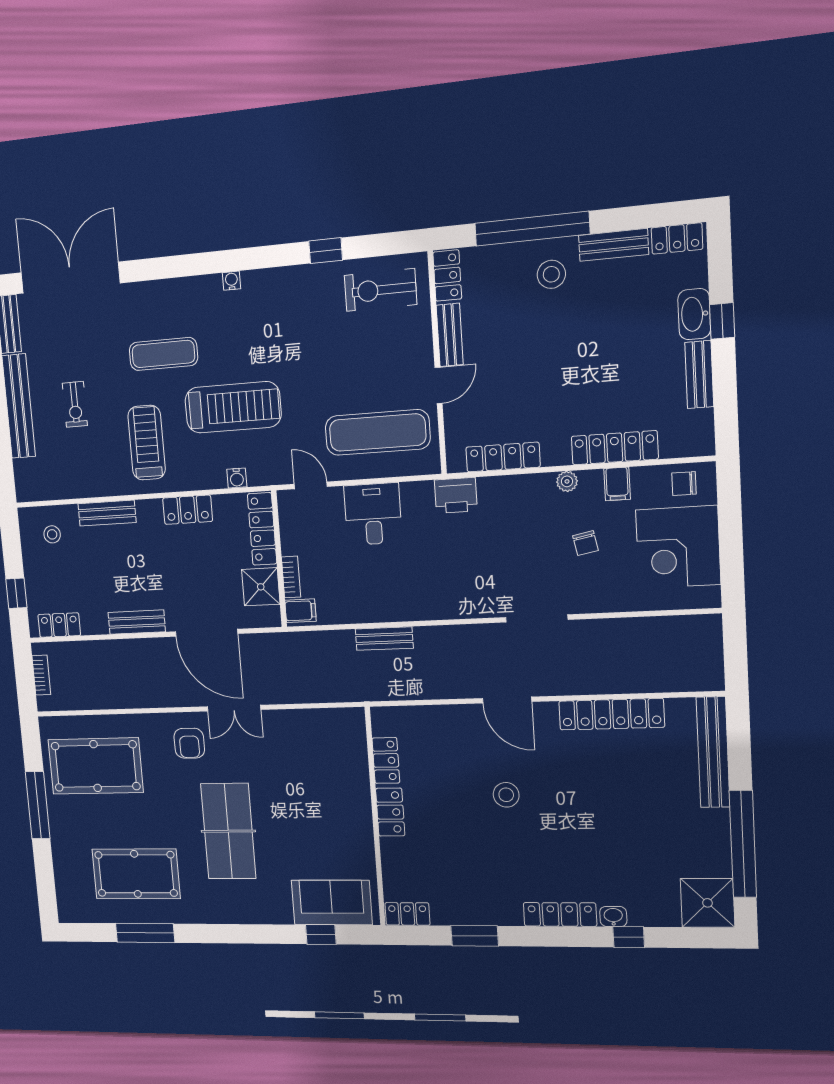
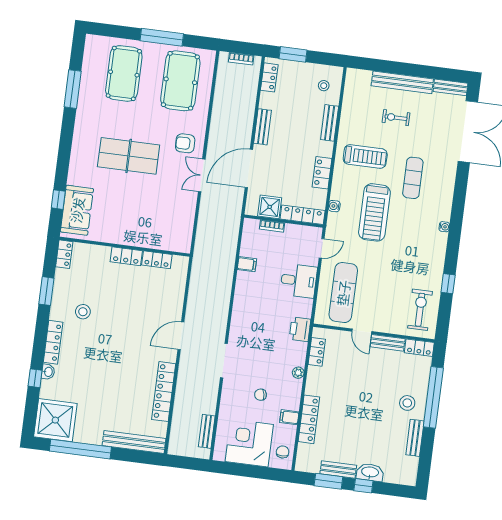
locker: (677, 238) -> (411, 470), removed
window: (725, 388) -> (328, 481), added
locker: (503, 457) -> (317, 352), width x0.66
plant: (567, 481) -> (298, 373), moved
window: (16, 593) -> (293, 54), width x1.50
filing cabinet: (300, 611) -> (247, 264), moved, turned -90
bench: (384, 639) -> (207, 431), moved
stool: (506, 795) -> (83, 312), moved
pool table: (136, 874) -> (124, 73), moved
shower: (707, 903) -> (55, 420), width x1.37, depth x1.37

